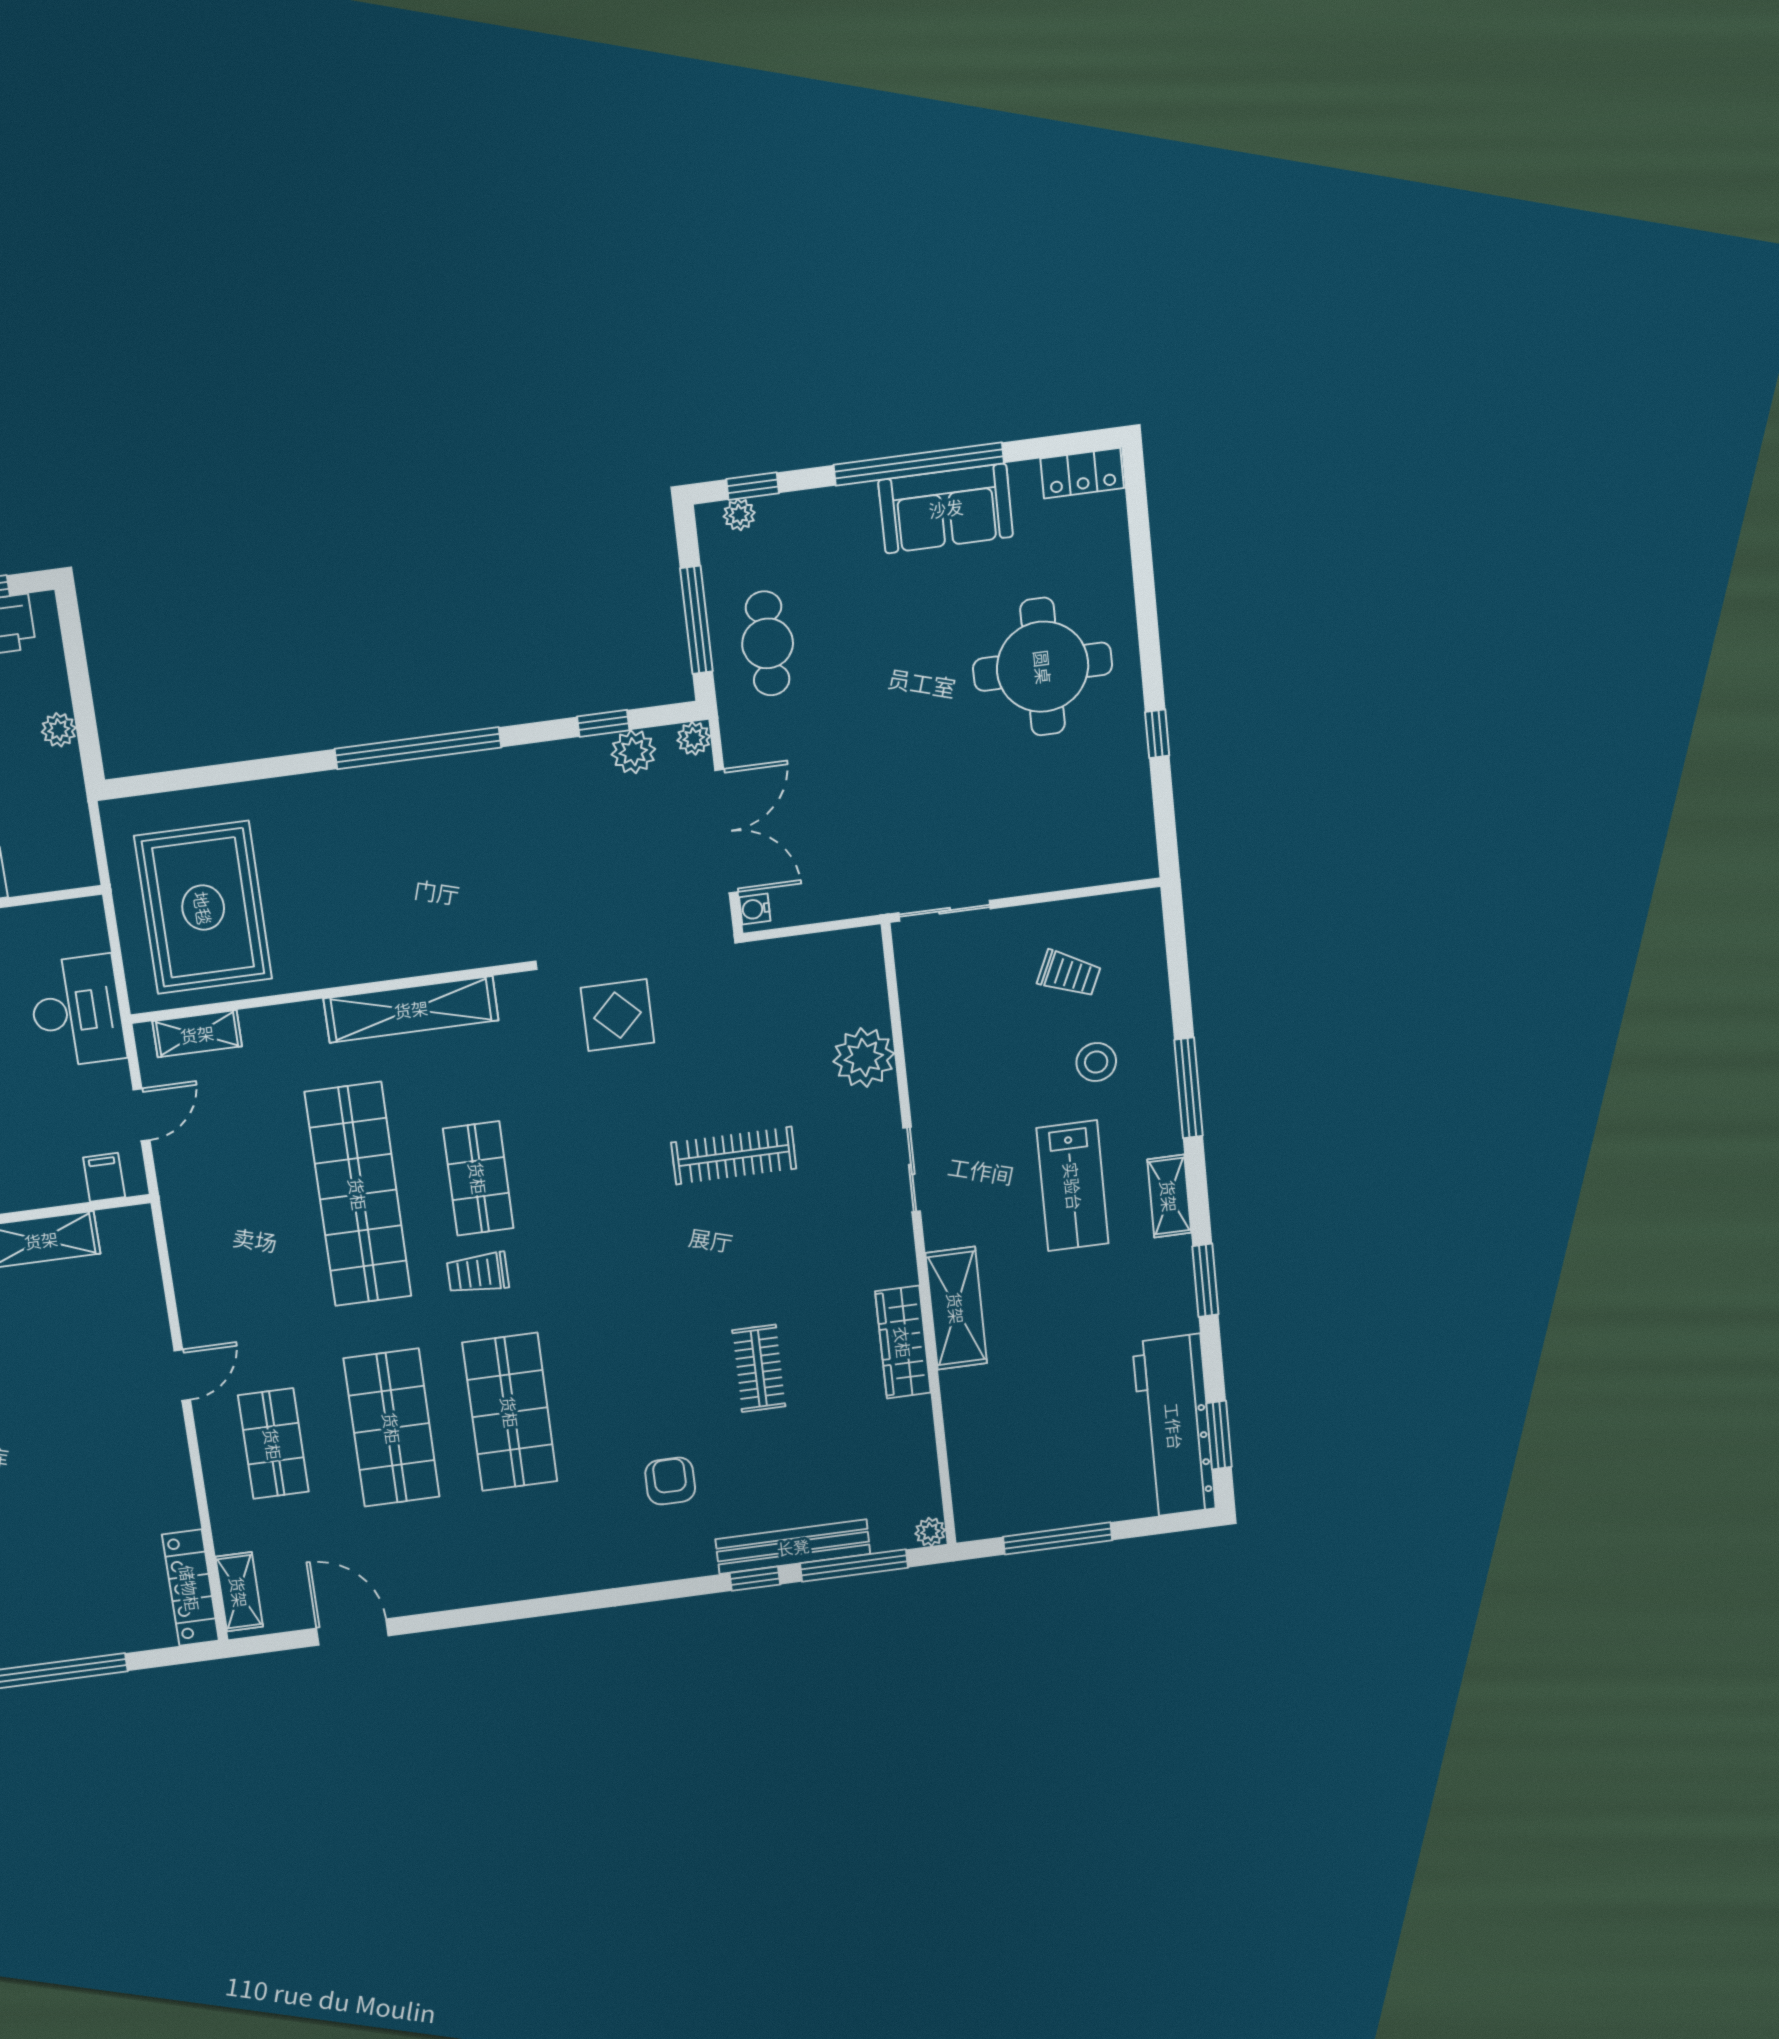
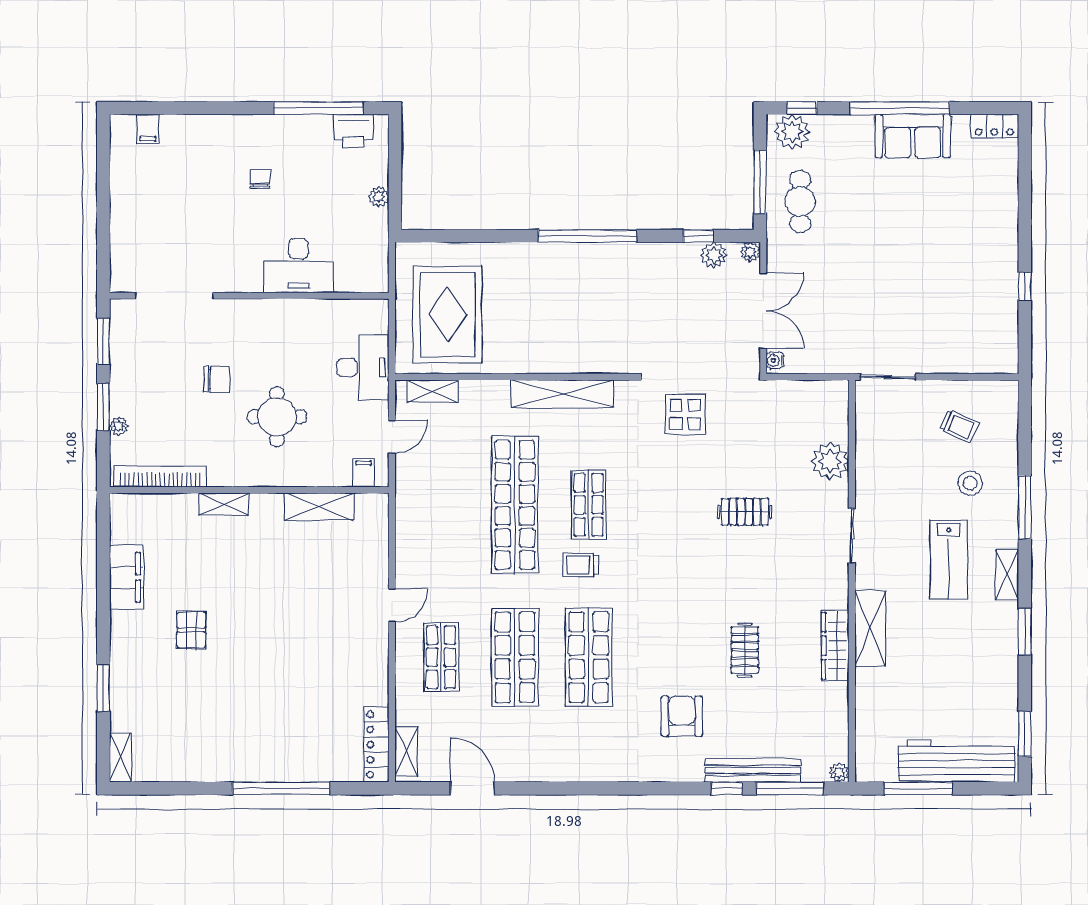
plant: (739, 515) -> (792, 132), width x1.87, depth x1.87
round table: (1043, 667) -> (960, 237), removed
clothes rail: (734, 1156) -> (745, 512), width x0.73
workbench: (1174, 1426) -> (957, 761), moved, turned 90
armchair: (670, 1481) -> (682, 716), width x1.38, depth x1.38

